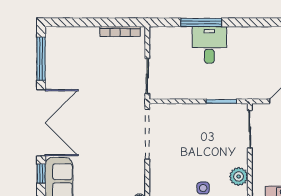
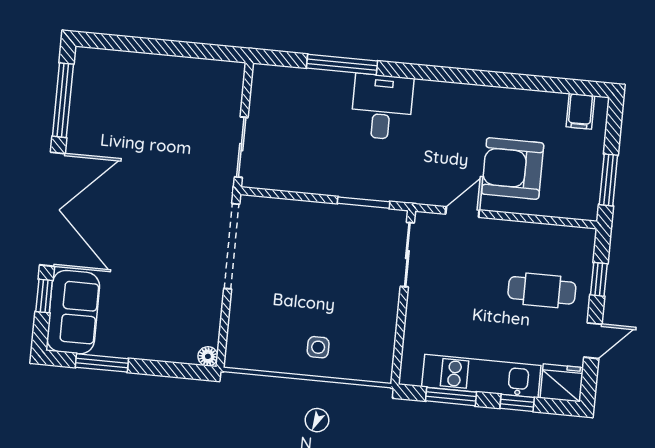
bookcase: (120, 32) -> (202, 67), removed
desk: (209, 45) -> (382, 107), moved
plant: (239, 176) -> (381, 333), removed

